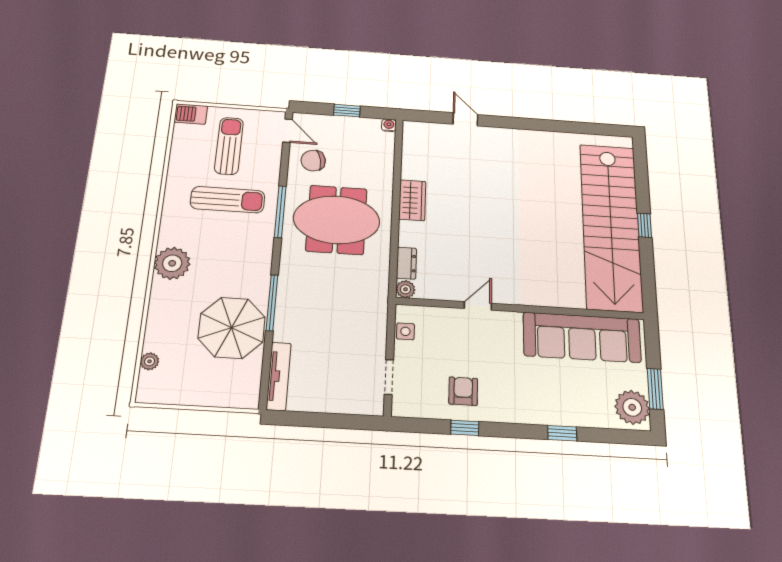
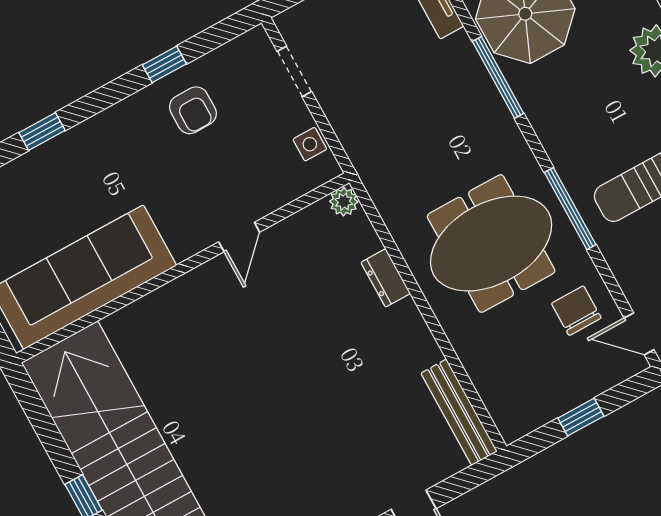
water cooler: (389, 125) -> (511, 431), removed
bench: (411, 149) -> (459, 412), added
chair: (313, 161) -> (576, 311), turned -79
wardrobe: (412, 200) -> (411, 336), removed
dresser: (406, 263) -> (386, 278), moved

